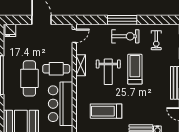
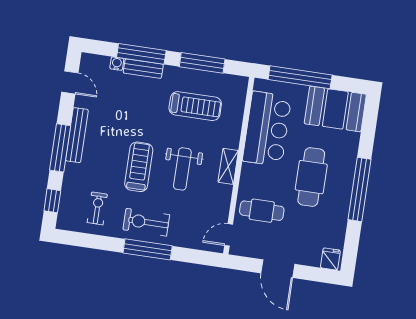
shelving: (81, 65) -> (228, 166), moved
cafe table: (56, 69) -> (262, 211), moved
treadmill: (135, 69) -> (139, 167), turned 180
weight bench: (108, 72) -> (182, 169), turned 180

